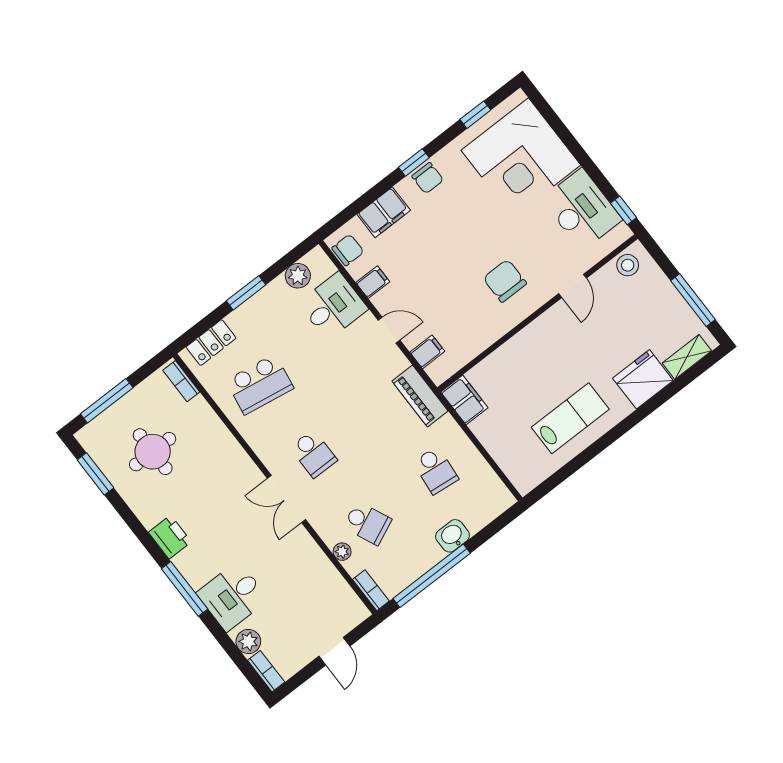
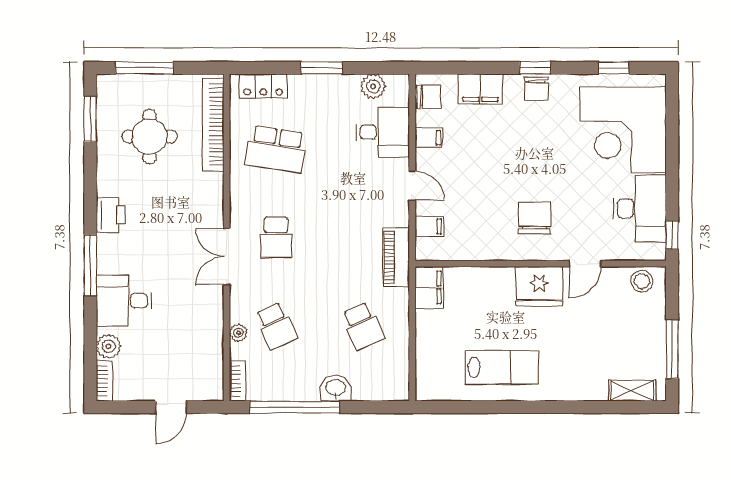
fridge: (643, 379) -> (539, 286), moved, turned 180
bookcase: (181, 381) -> (213, 125), width x2.31, depth x1.31
school desk: (436, 470) -> (363, 326), turned -30

